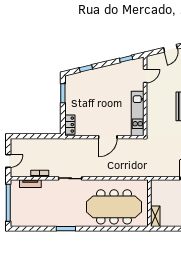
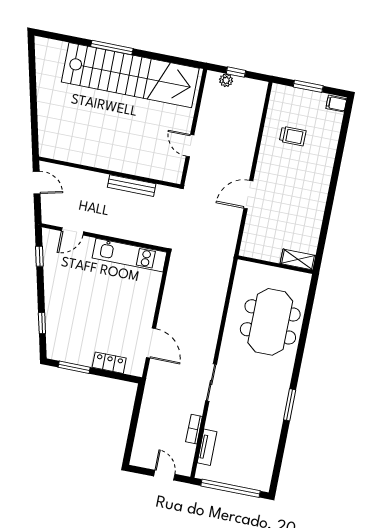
door: (145, 76) -> (72, 231), swing flipped
locker: (70, 125) -> (109, 363), moved
door: (108, 137) -> (151, 343), moved
meeting table: (114, 207) -> (270, 322), width x0.73

